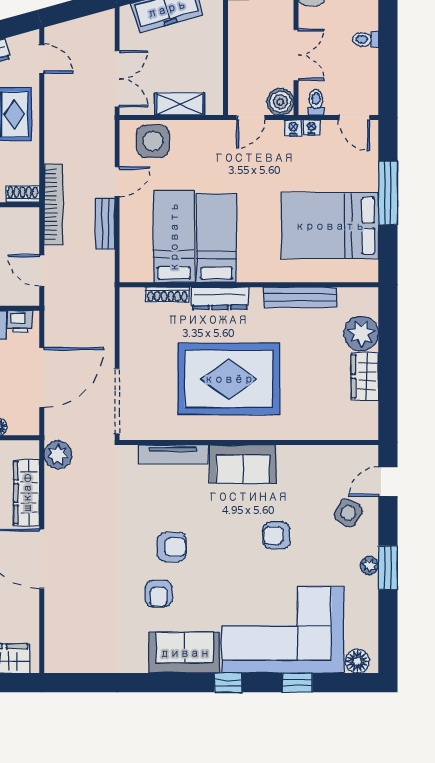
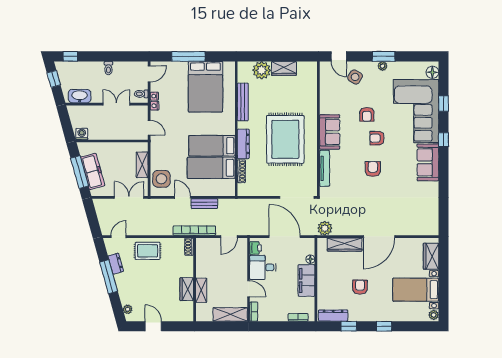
boiler: (280, 102) -> (141, 112), removed
armchair: (159, 594) -> (377, 138), moved, turned 180

